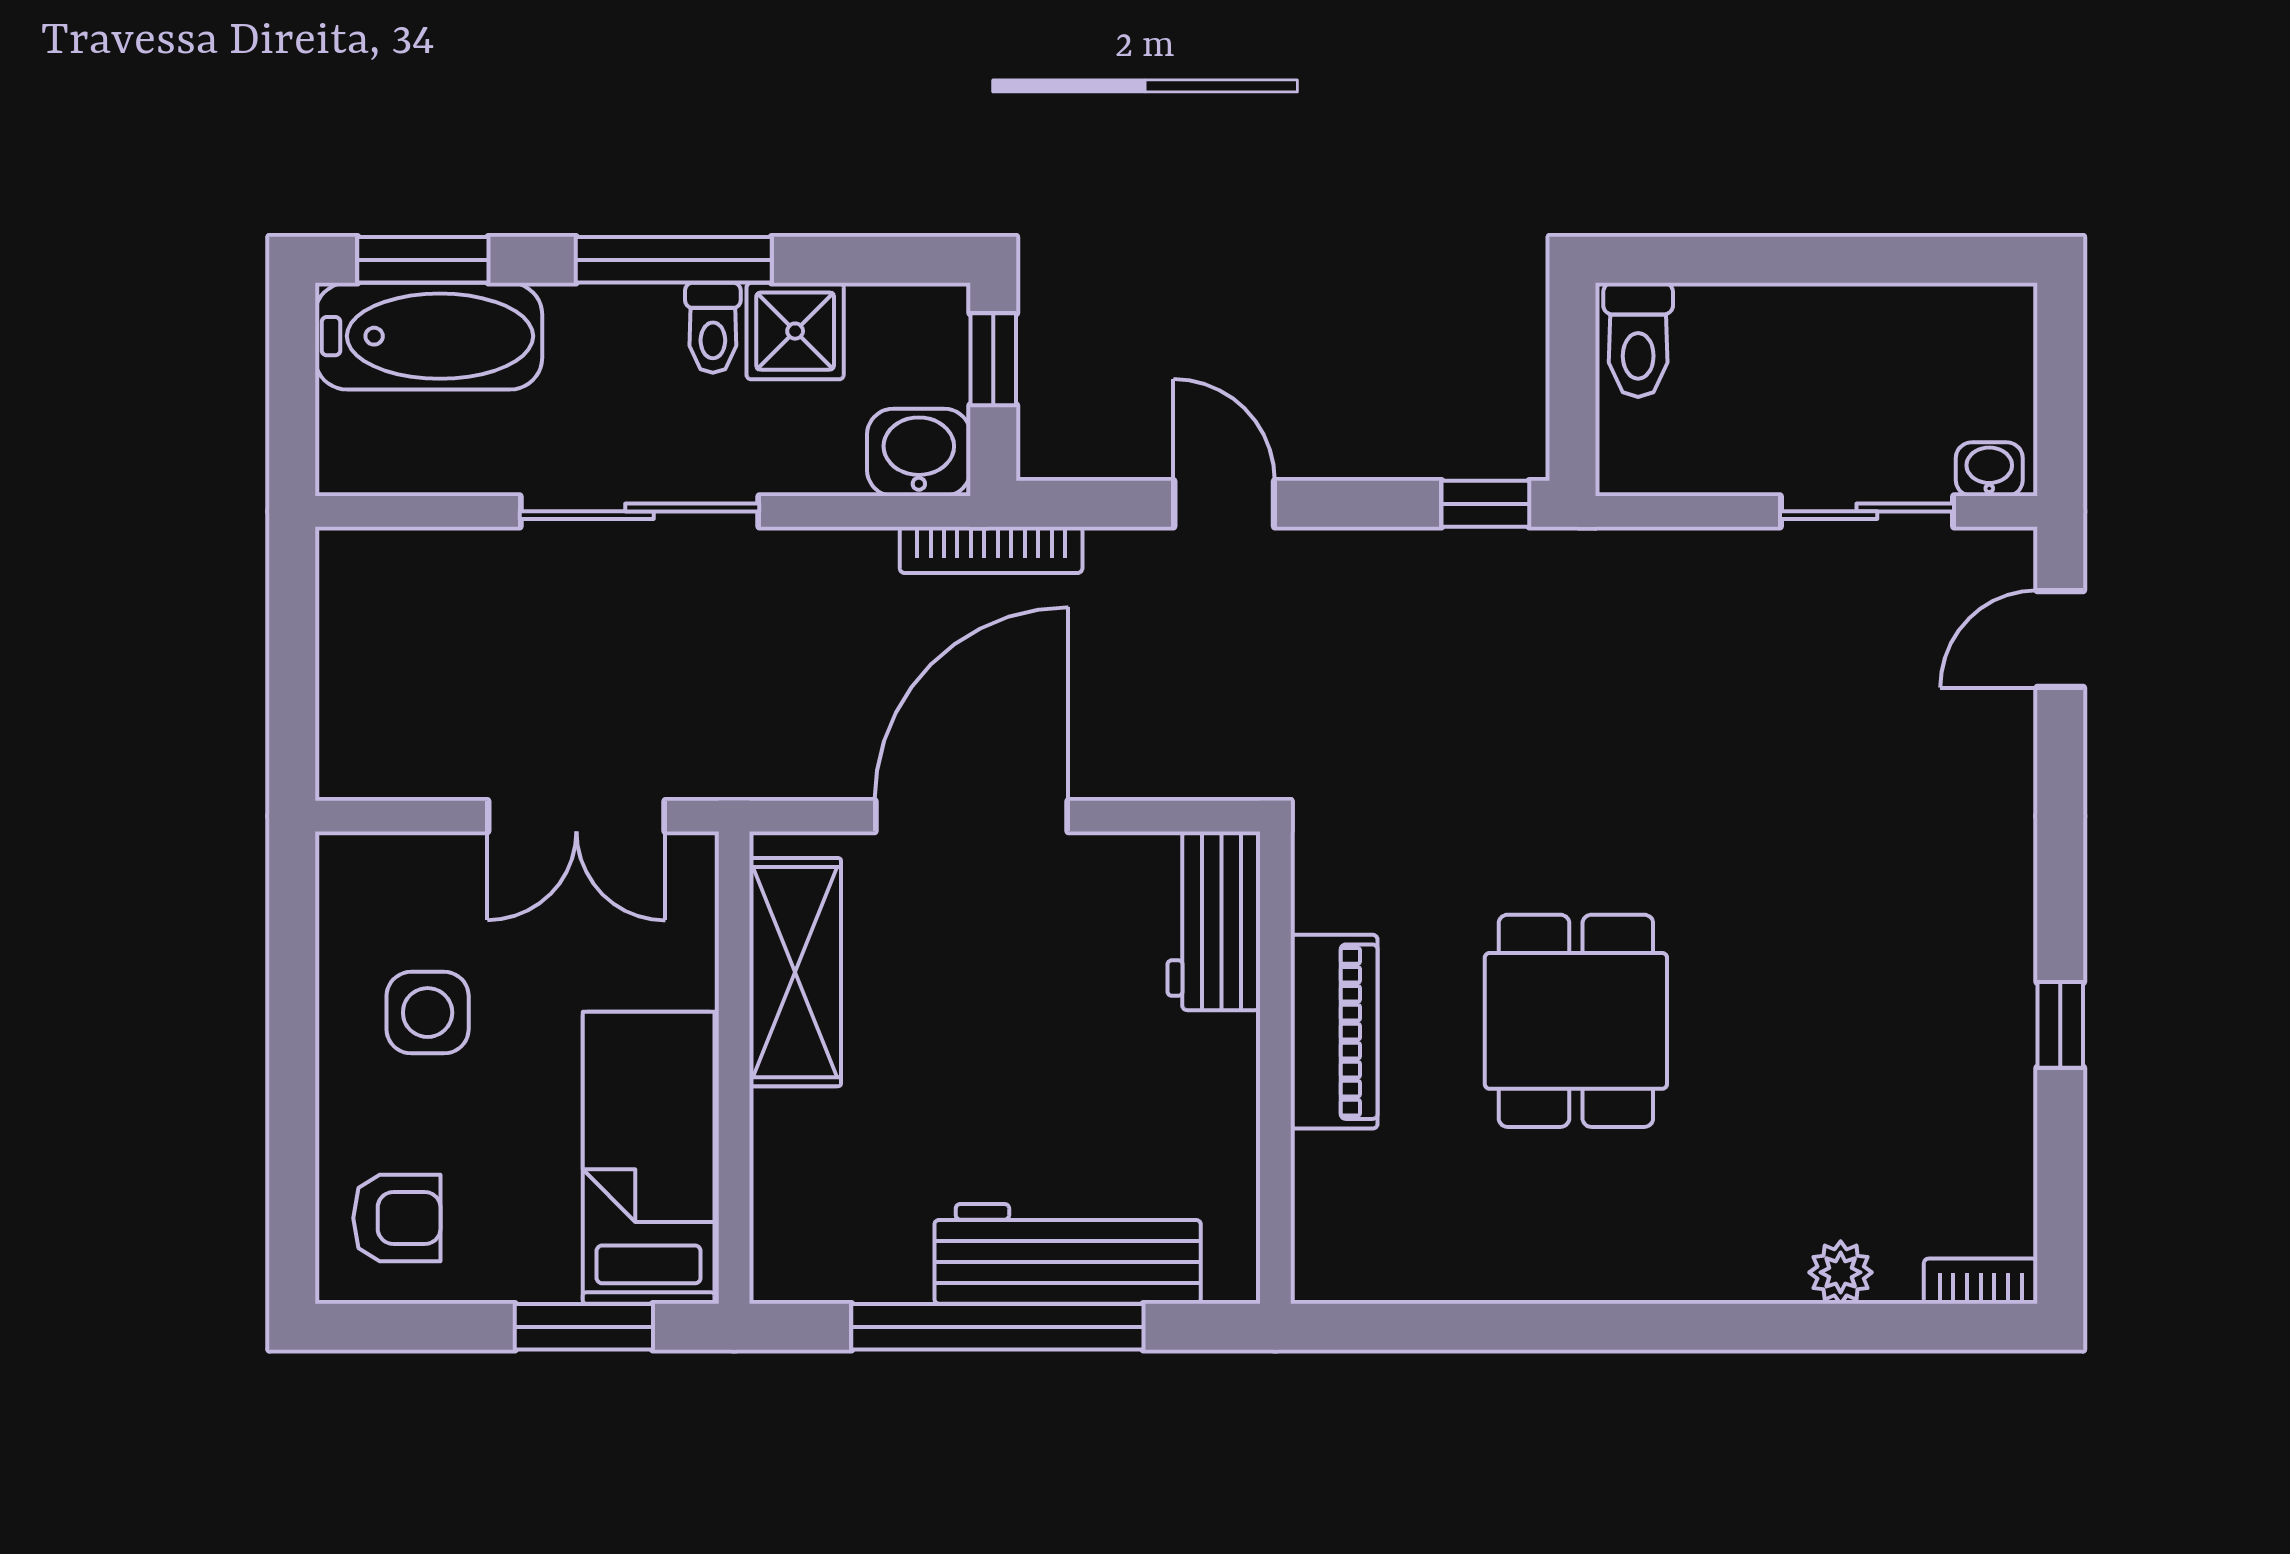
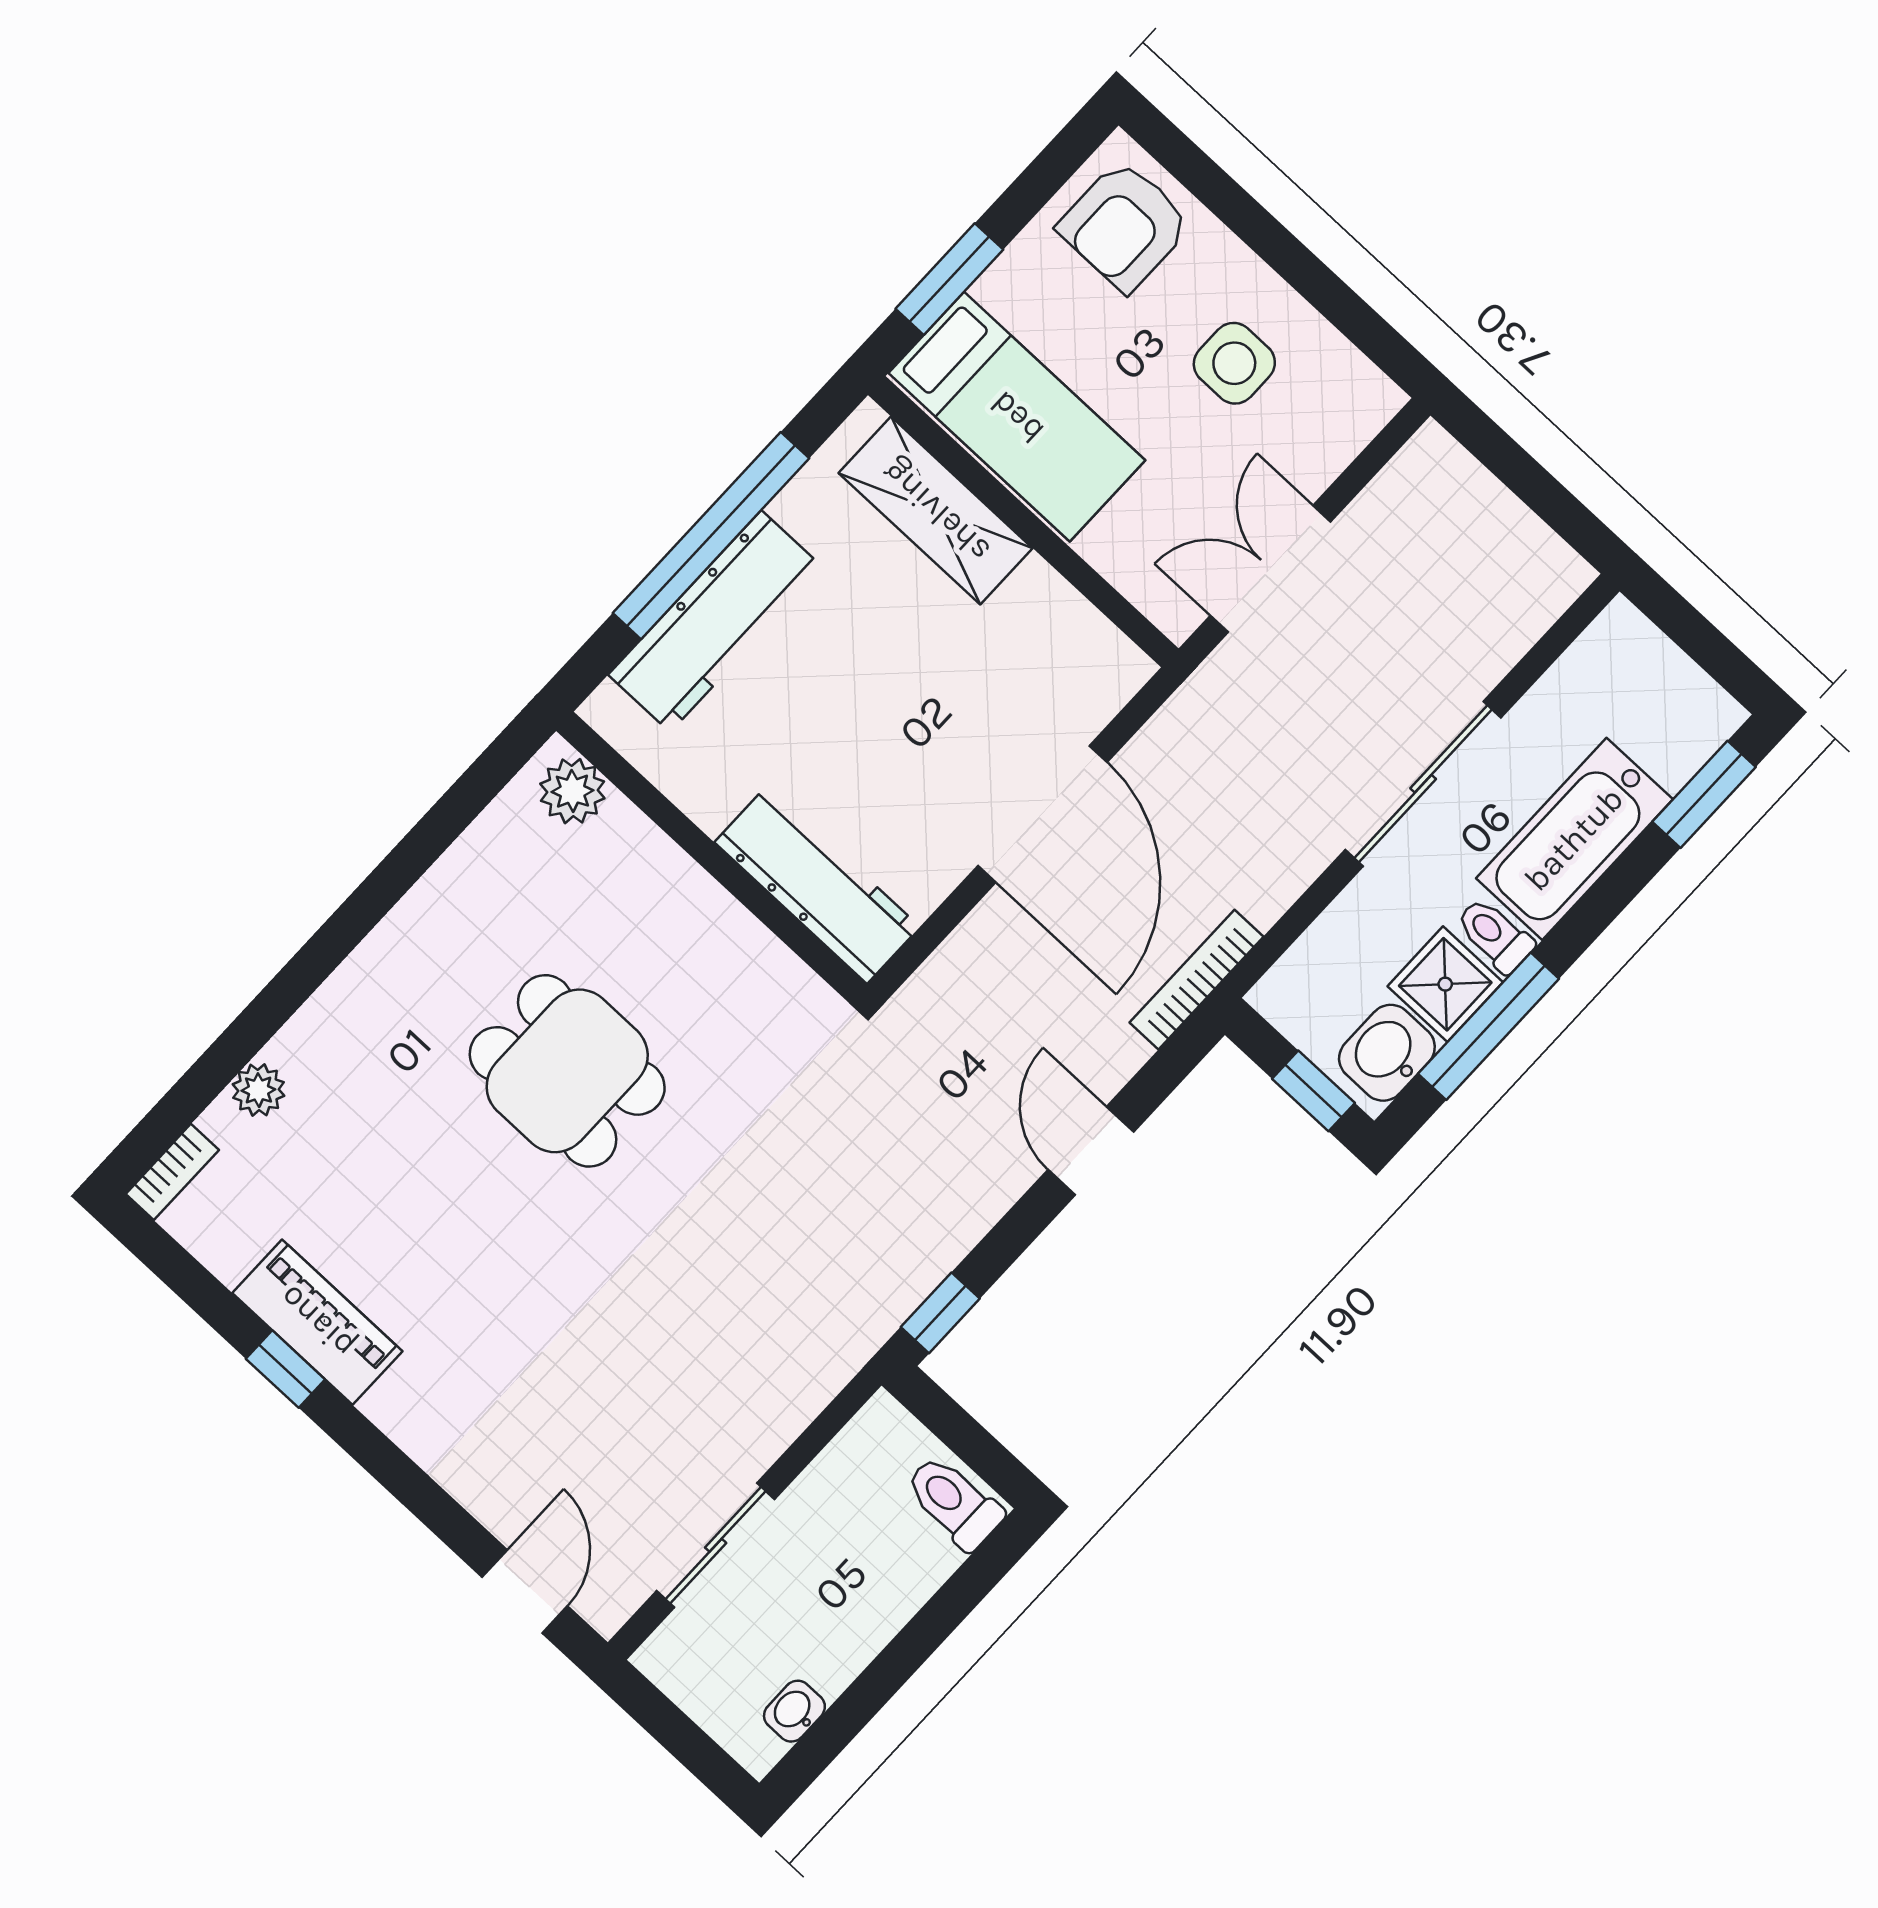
window: (674, 260) -> (1488, 1026), moved
bathtub: (429, 336) -> (1574, 839), moved
washbasin: (919, 452) -> (1387, 1053), moved, turned 180
washbasin: (1989, 469) -> (794, 1711), moved, turned 180
door: (1224, 504) -> (1091, 1151), swing flipped
workbench: (1214, 921) -> (817, 885), width x1.38
shelving: (795, 972) -> (936, 511), moved
piano: (1334, 1032) -> (317, 1322), moved, turned 180
armchair: (397, 1218) -> (1125, 226), width x1.38, depth x1.38
plant: (1330, 1241) -> (572, 791), added

